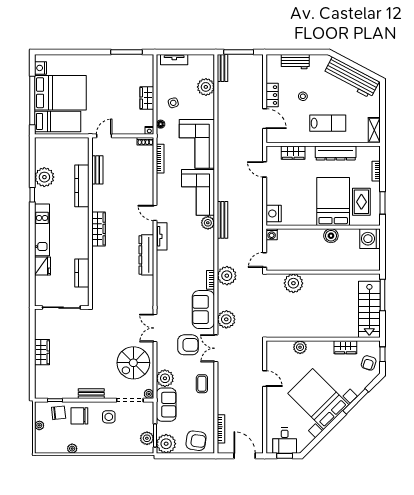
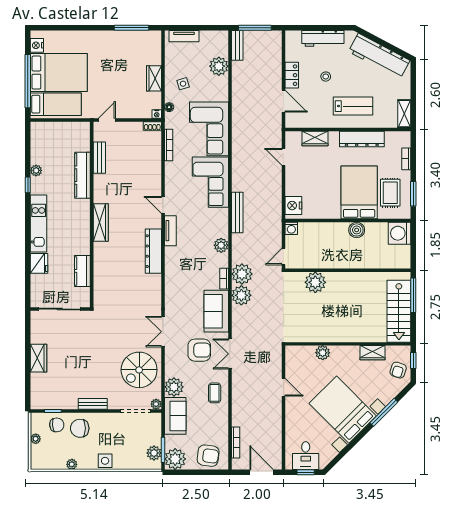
workbench: (295, 62) -> (323, 38), width x1.38
plant: (44, 177) -> (36, 170), width x0.53, depth x0.53
plant: (208, 223) -> (221, 245), moved
plant: (226, 319) -> (241, 295), moved
side table: (109, 417) -> (105, 461), moved

